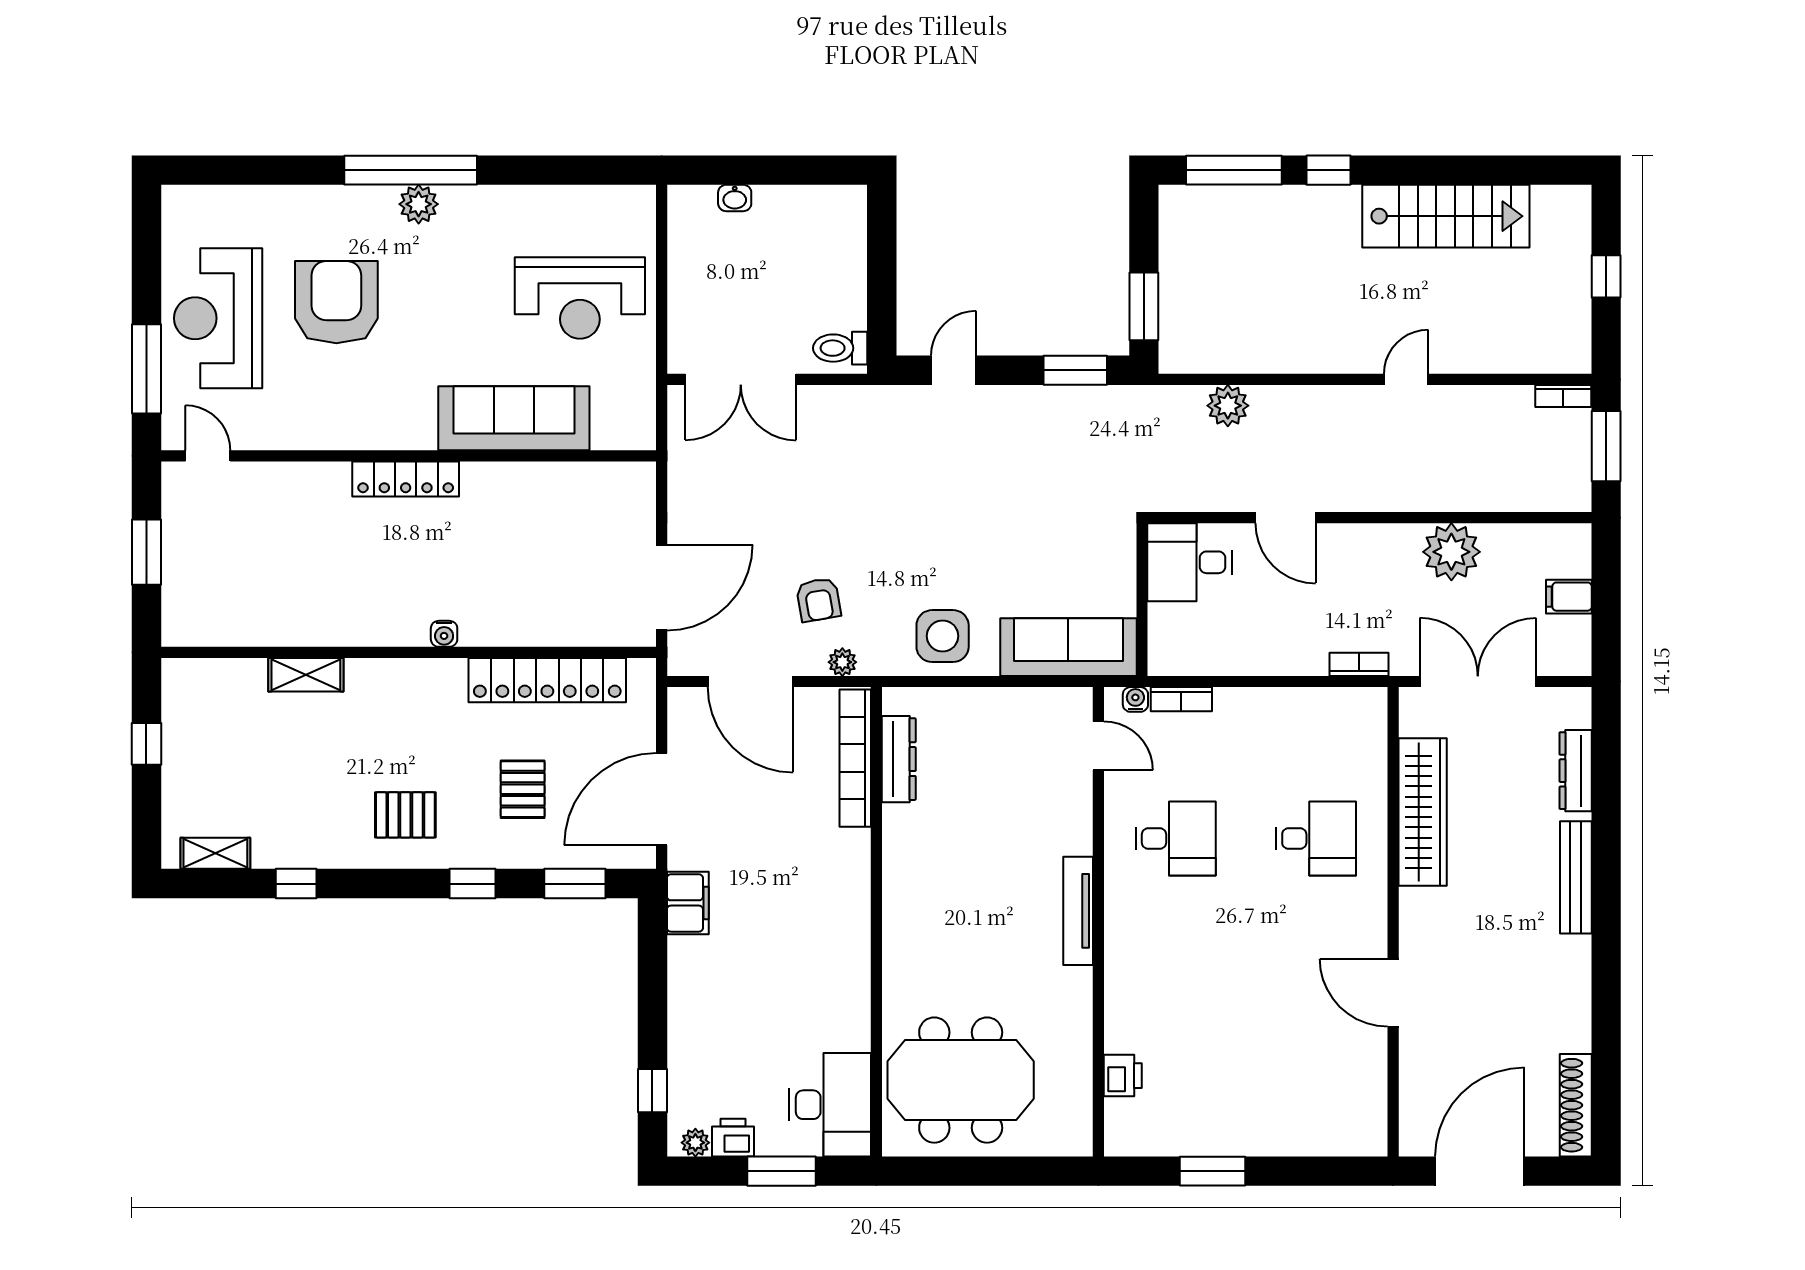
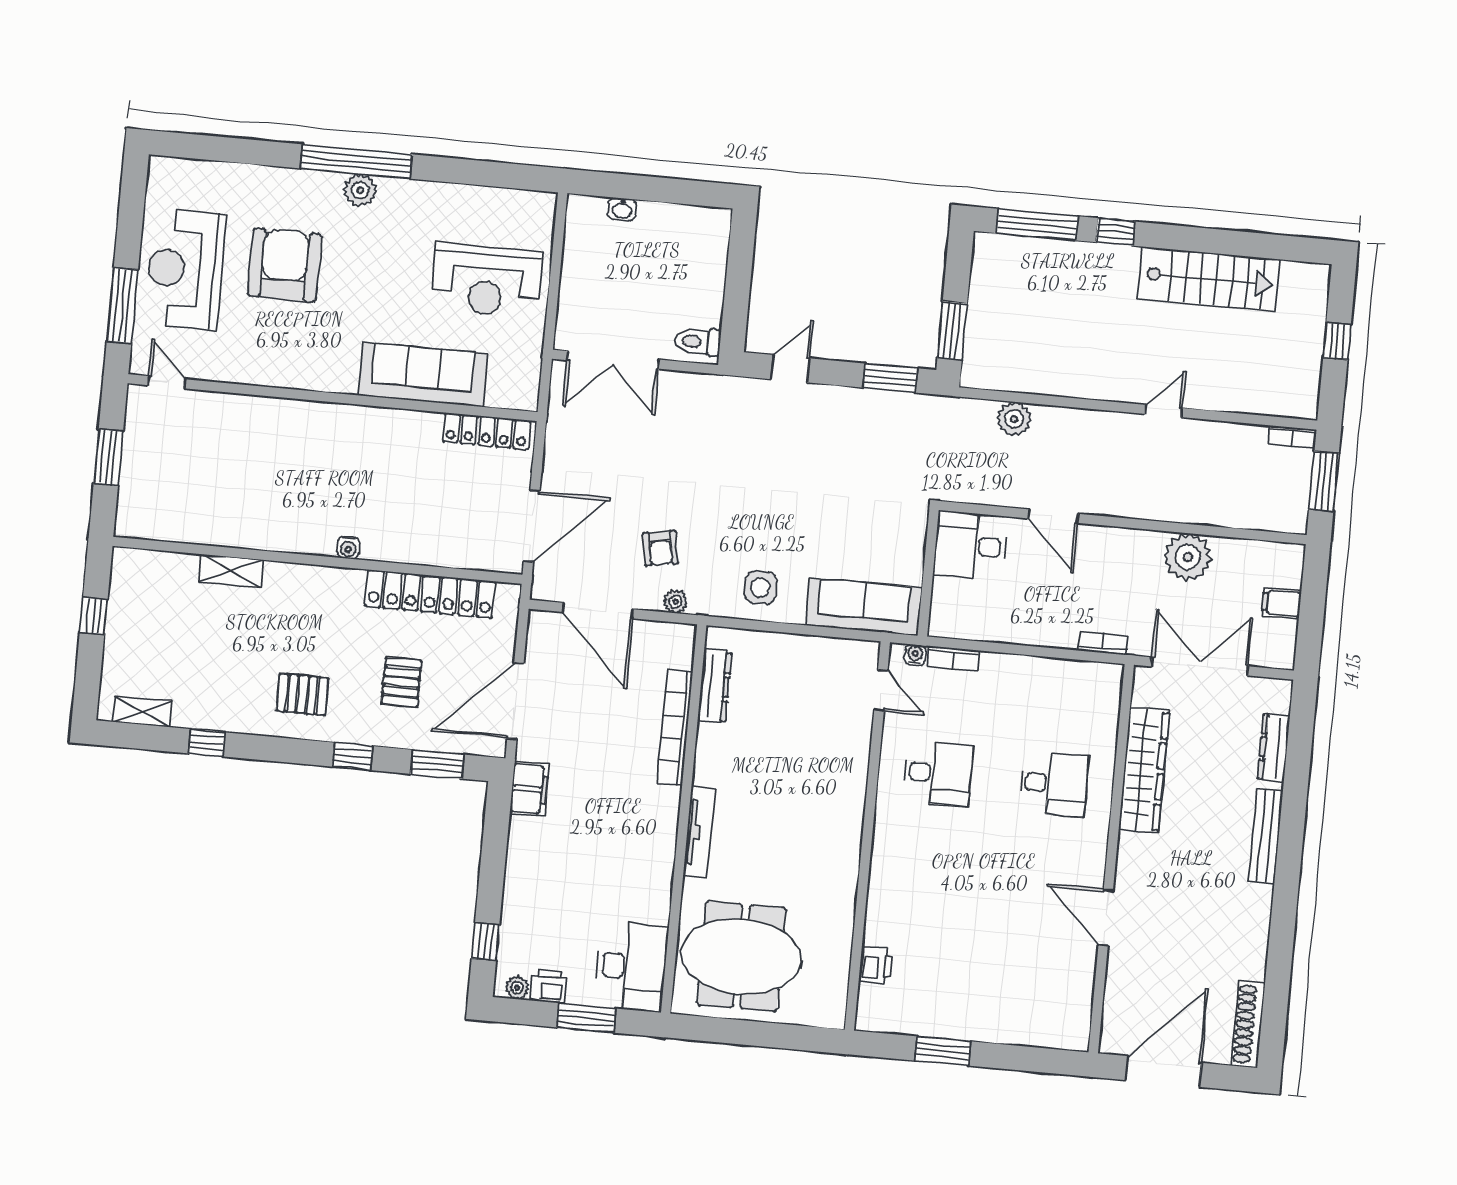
locker: (406, 479) -> (487, 431), moved
side table: (943, 636) -> (760, 588), width x0.73, depth x0.73
bookcase: (855, 758) -> (675, 727), moved
tv unit: (1078, 911) -> (699, 832), moved, turned 180

